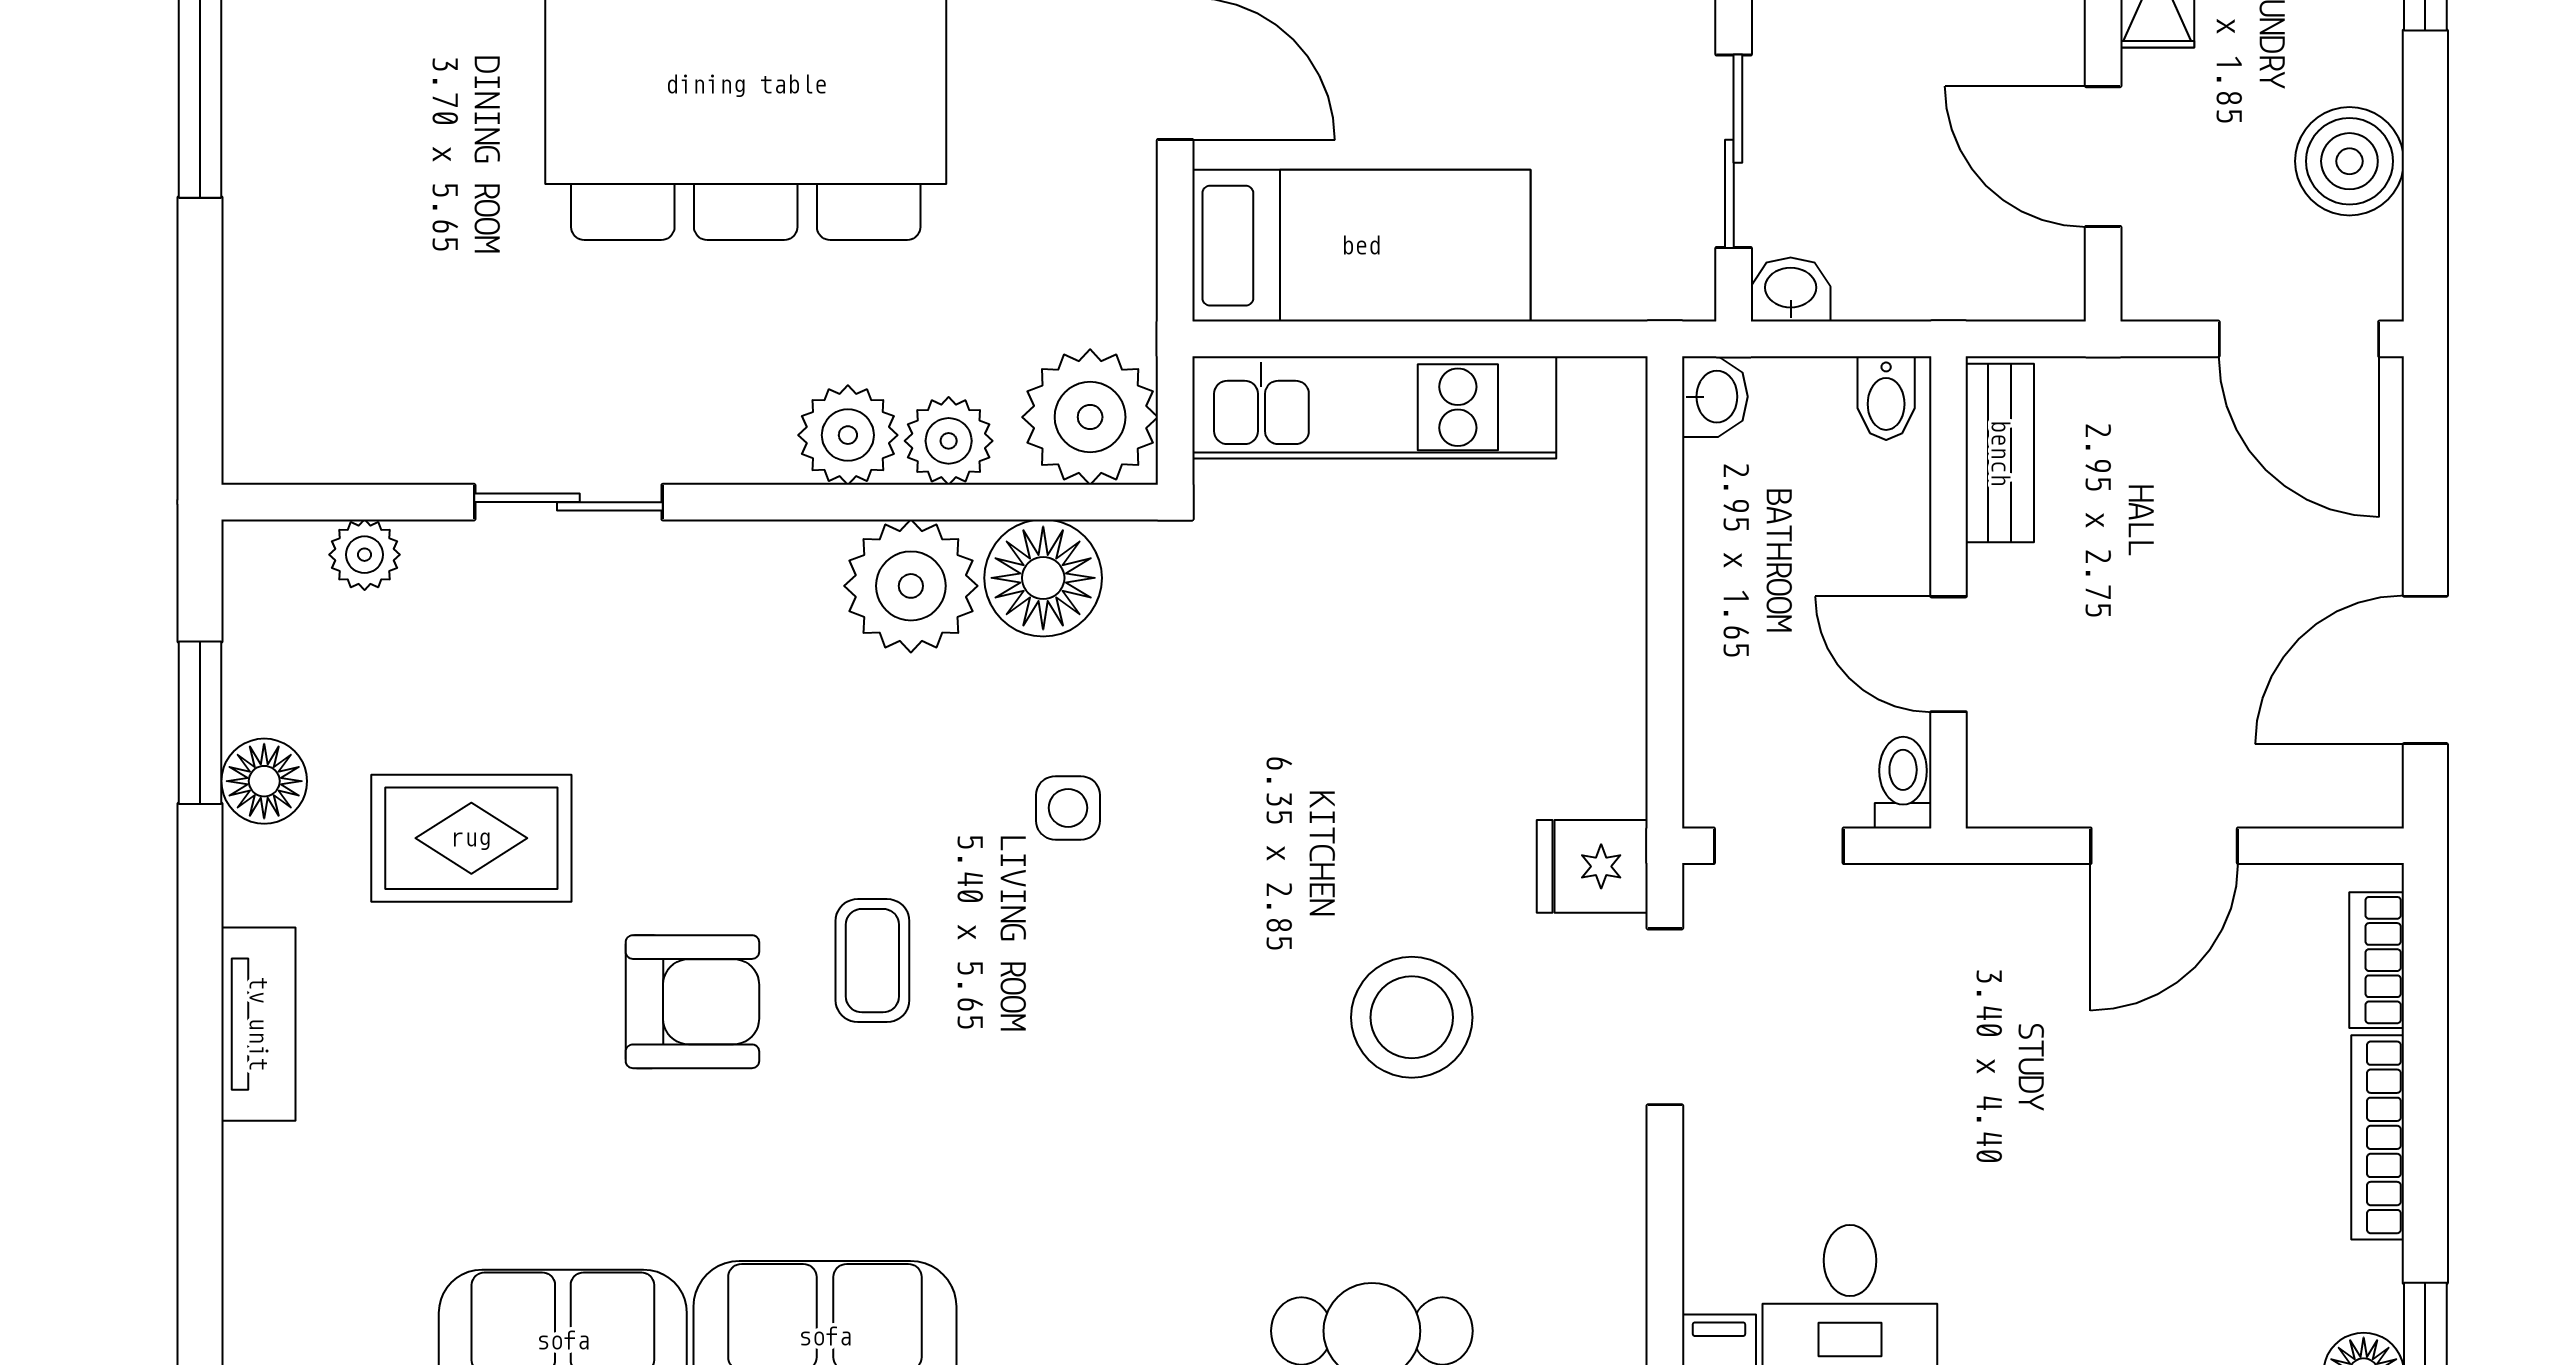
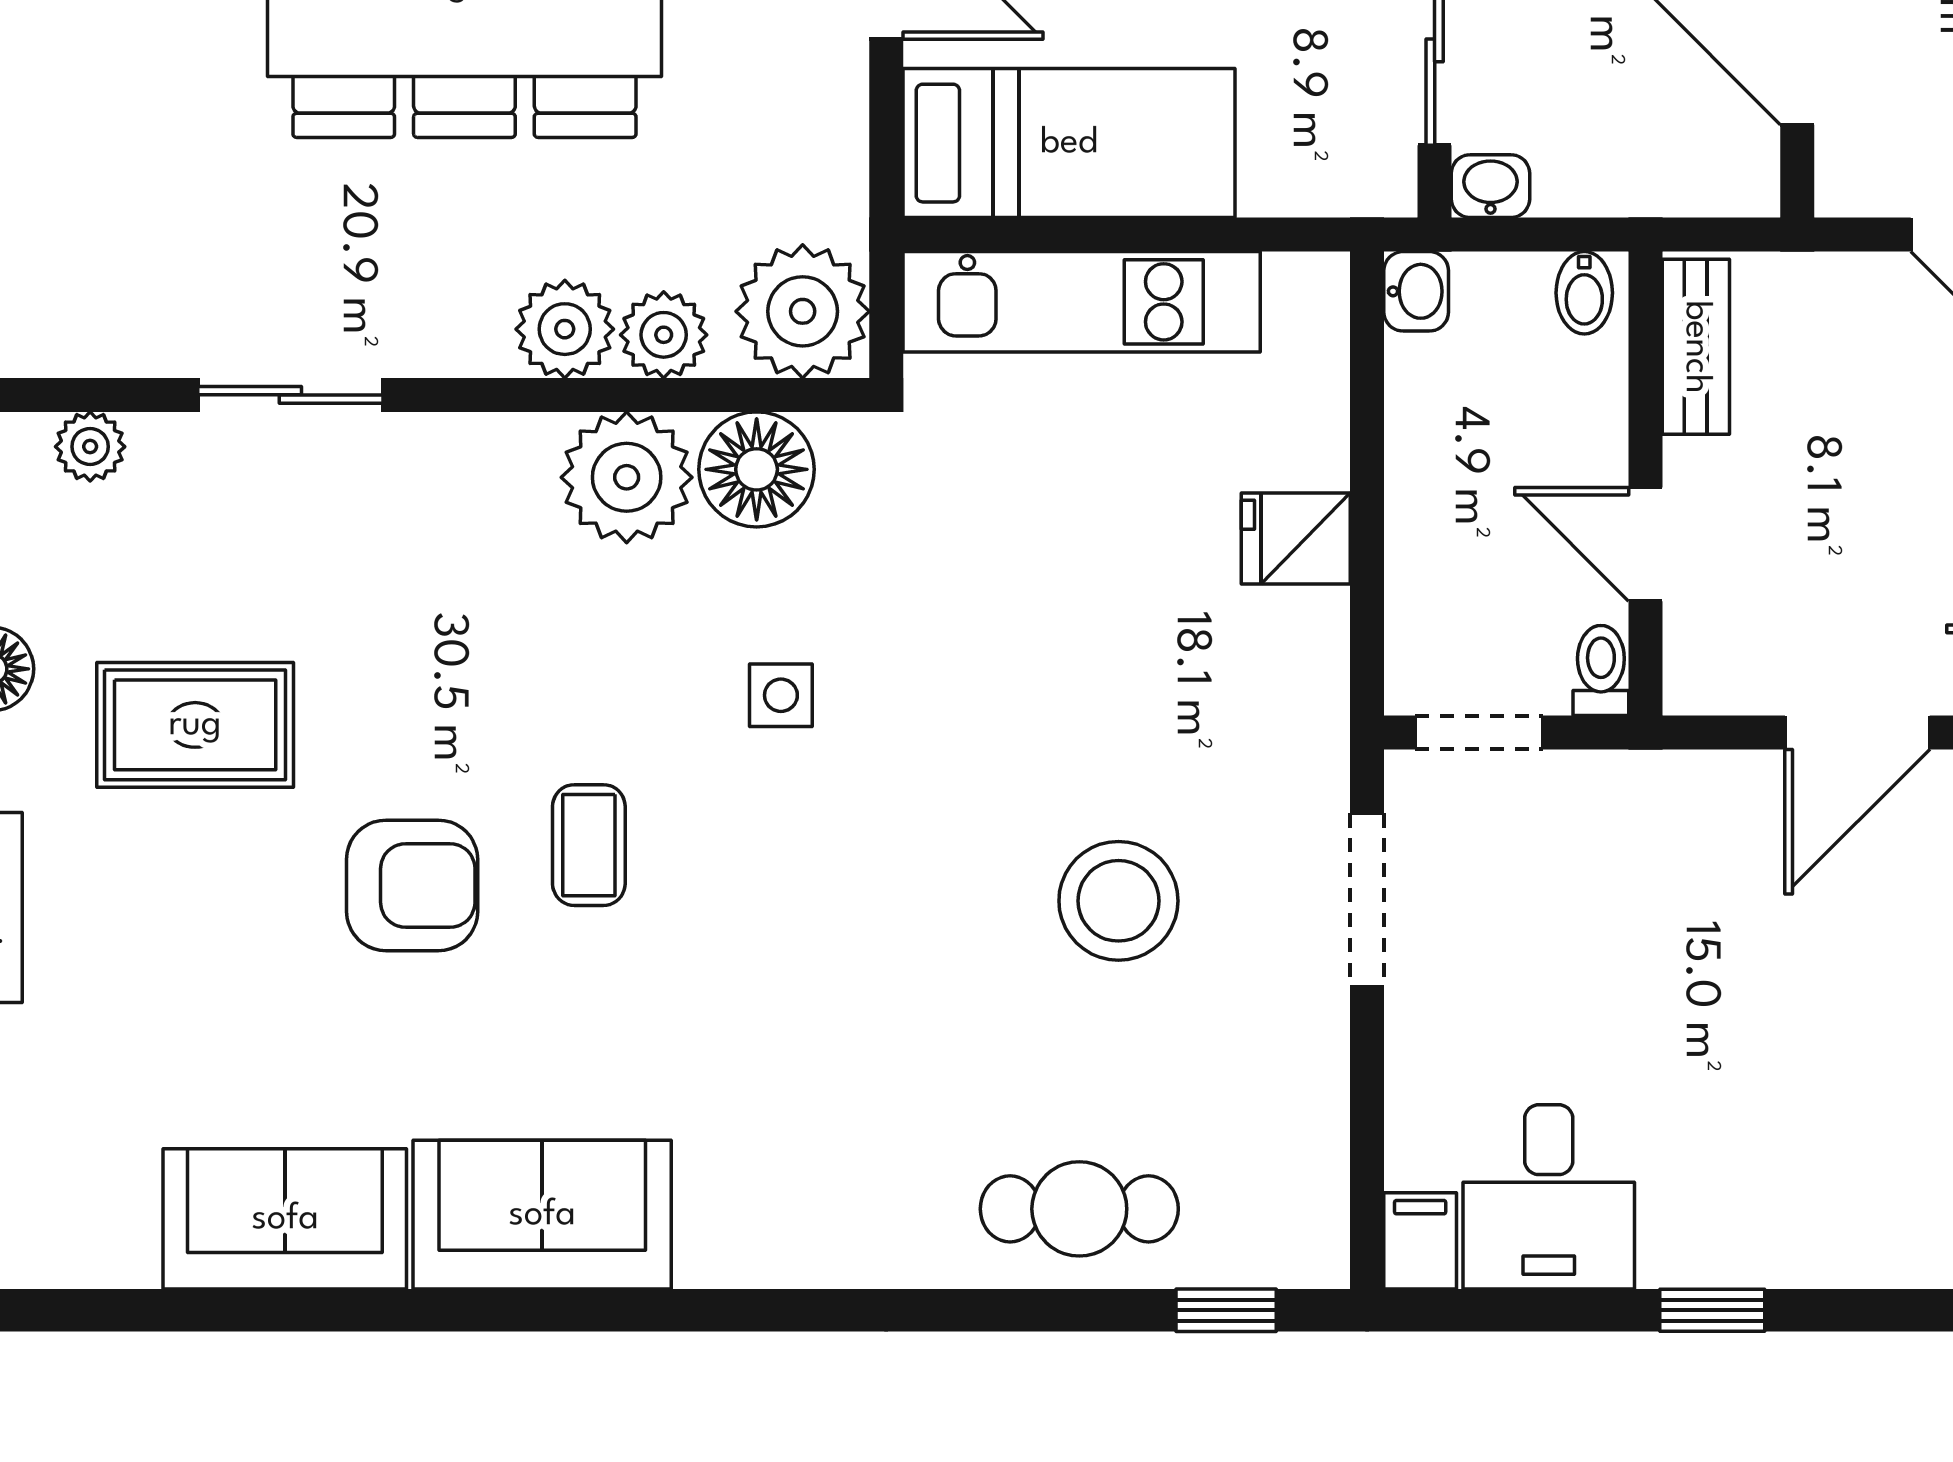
fridge: (1592, 866) -> (1296, 538), moved

